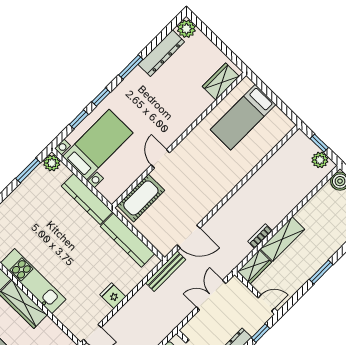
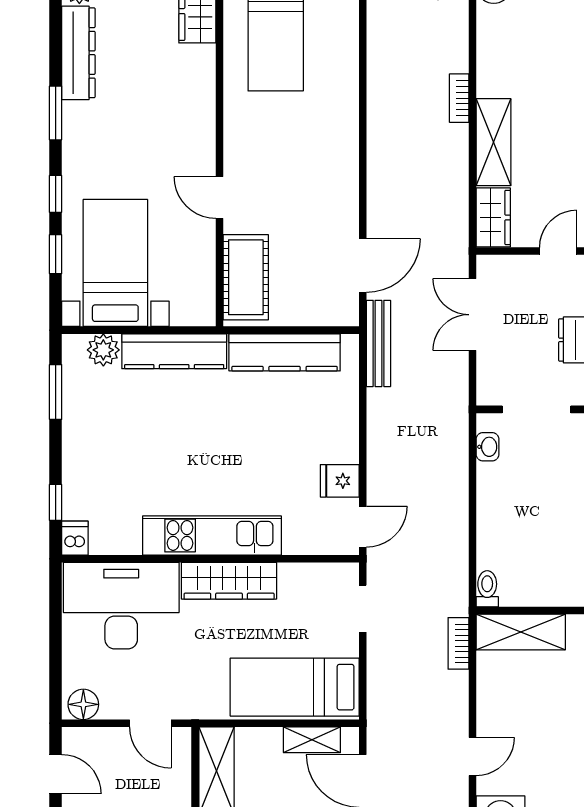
plant: (52, 163) -> (103, 350), moved
bookcase: (260, 236) -> (459, 98), moved
fridge: (113, 296) -> (340, 481), moved

